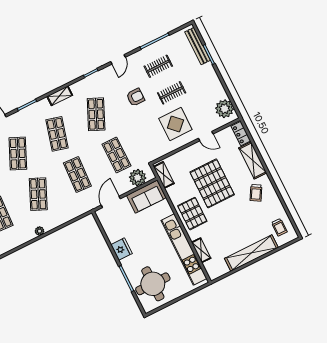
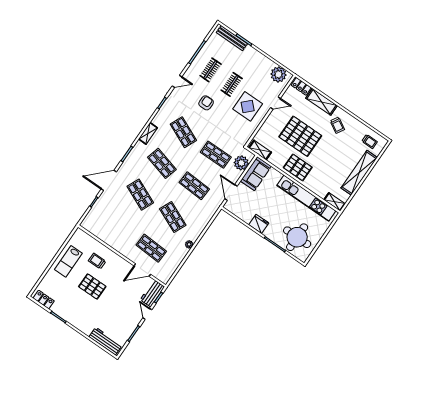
door: (118, 59) -> (177, 81), hinge flipped
shelving: (201, 250) -> (334, 202), moved

